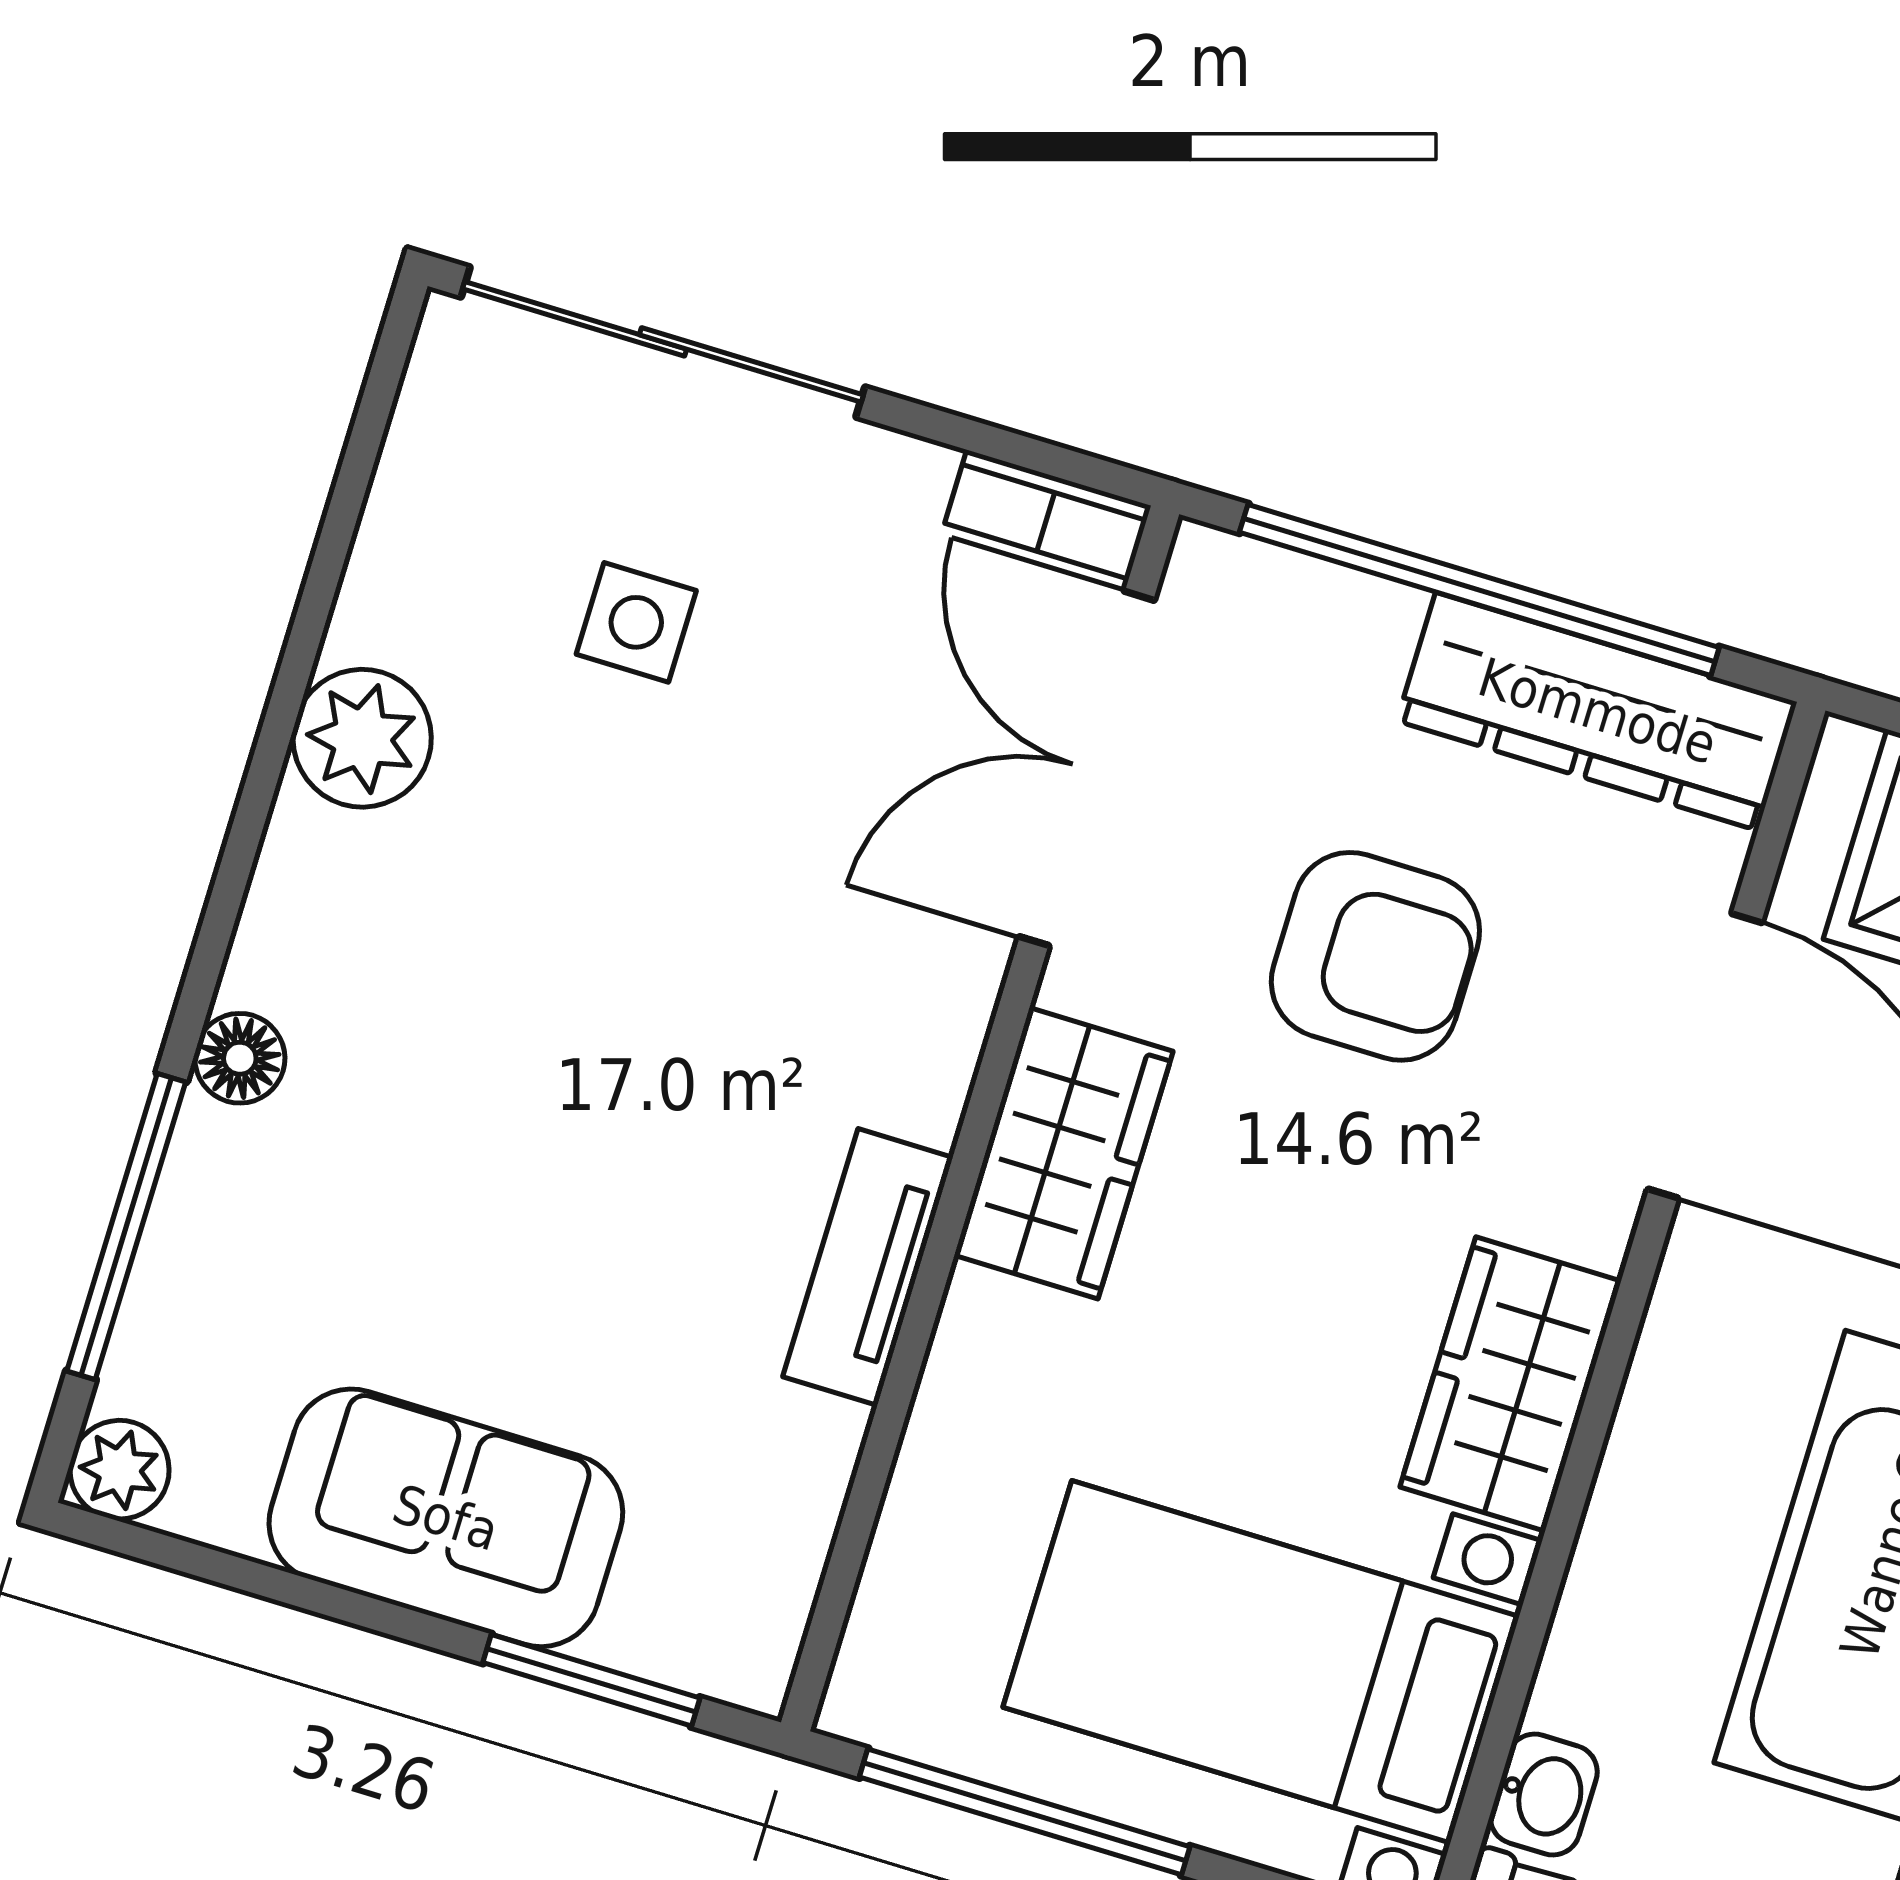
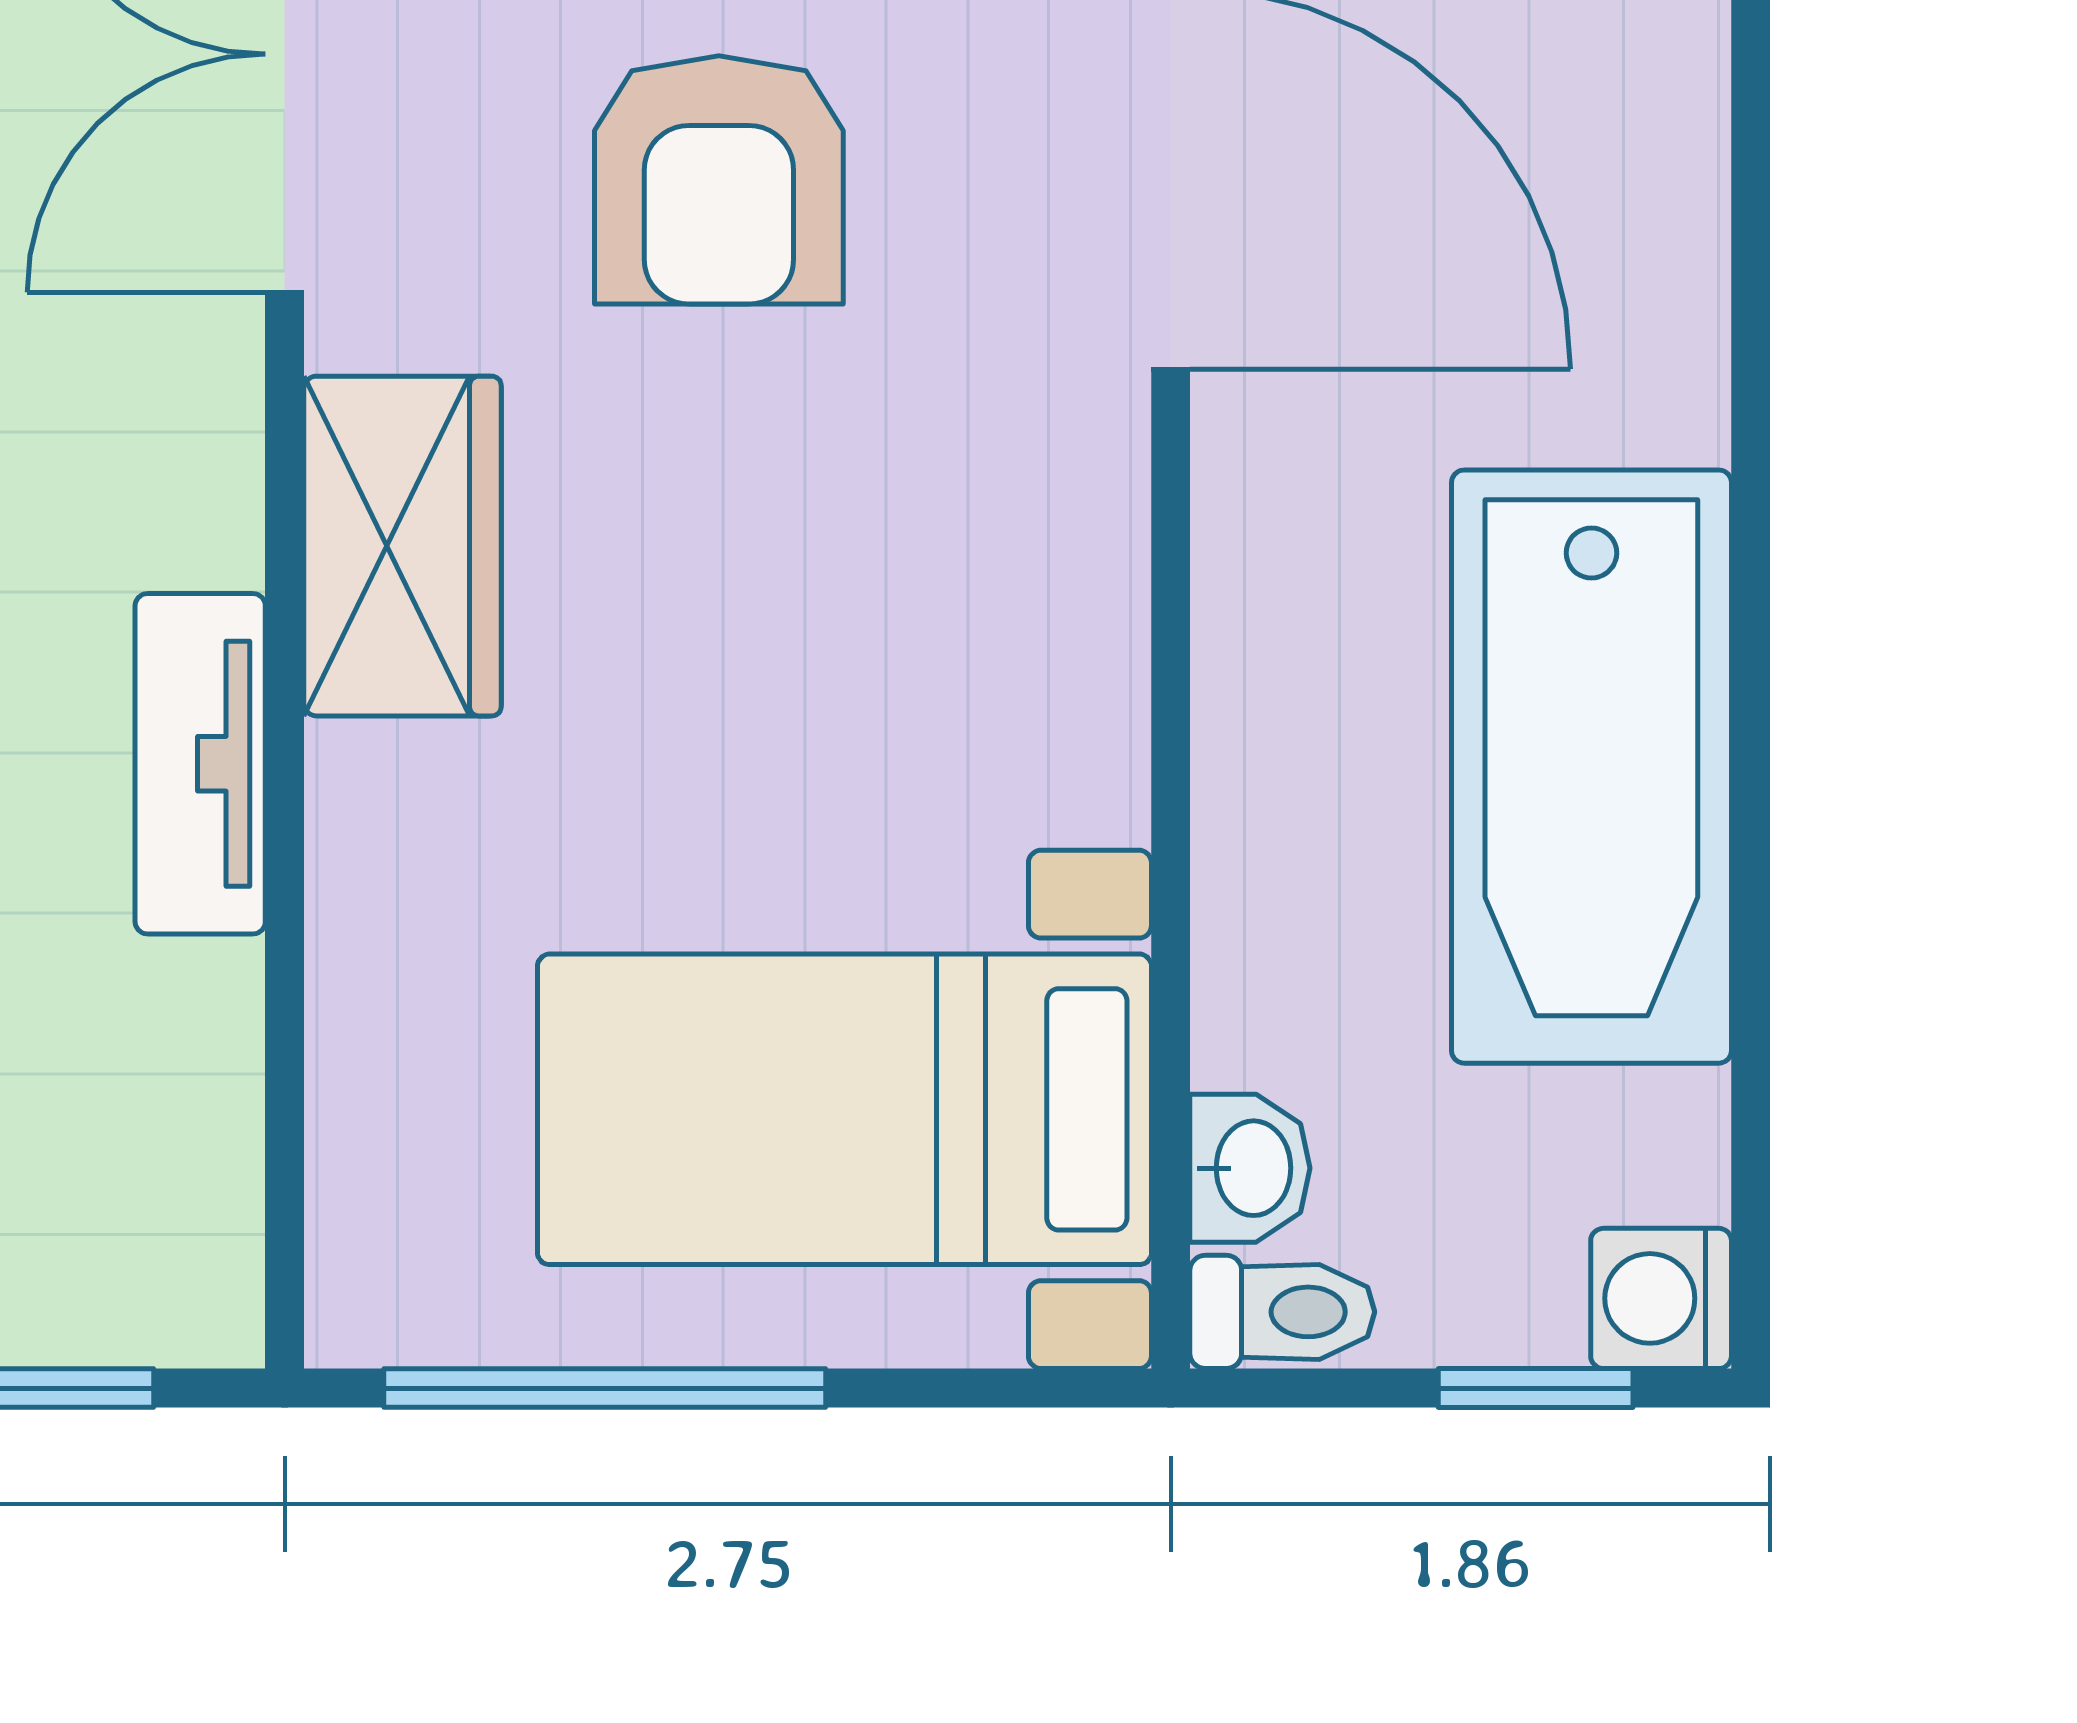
armchair: (1375, 956) -> (719, 180), turned 90
wardrobe: (1511, 1384) -> (1052, 665), removed

